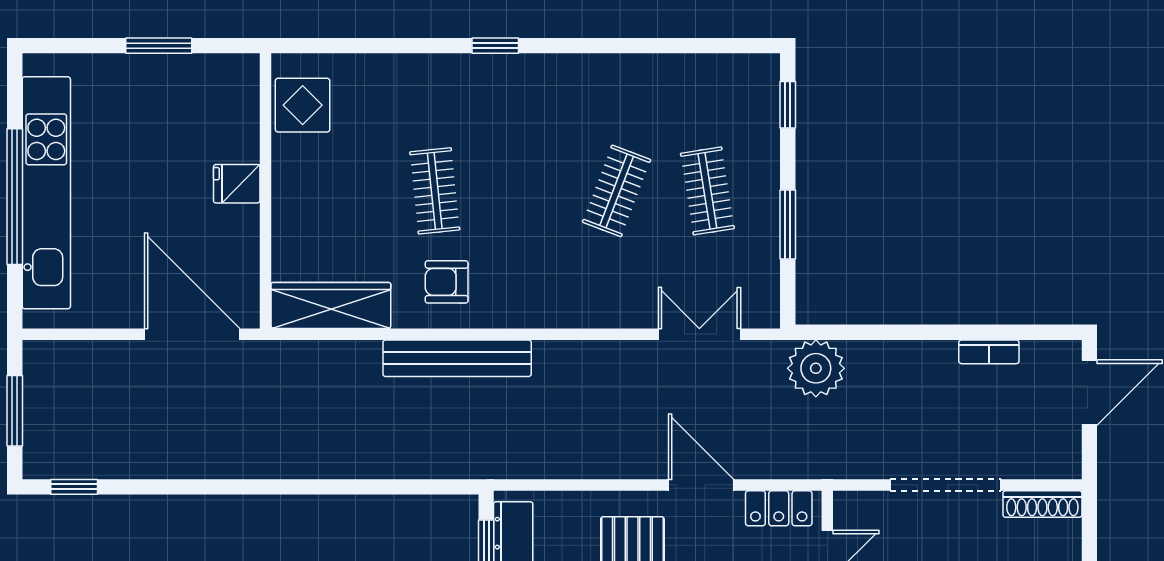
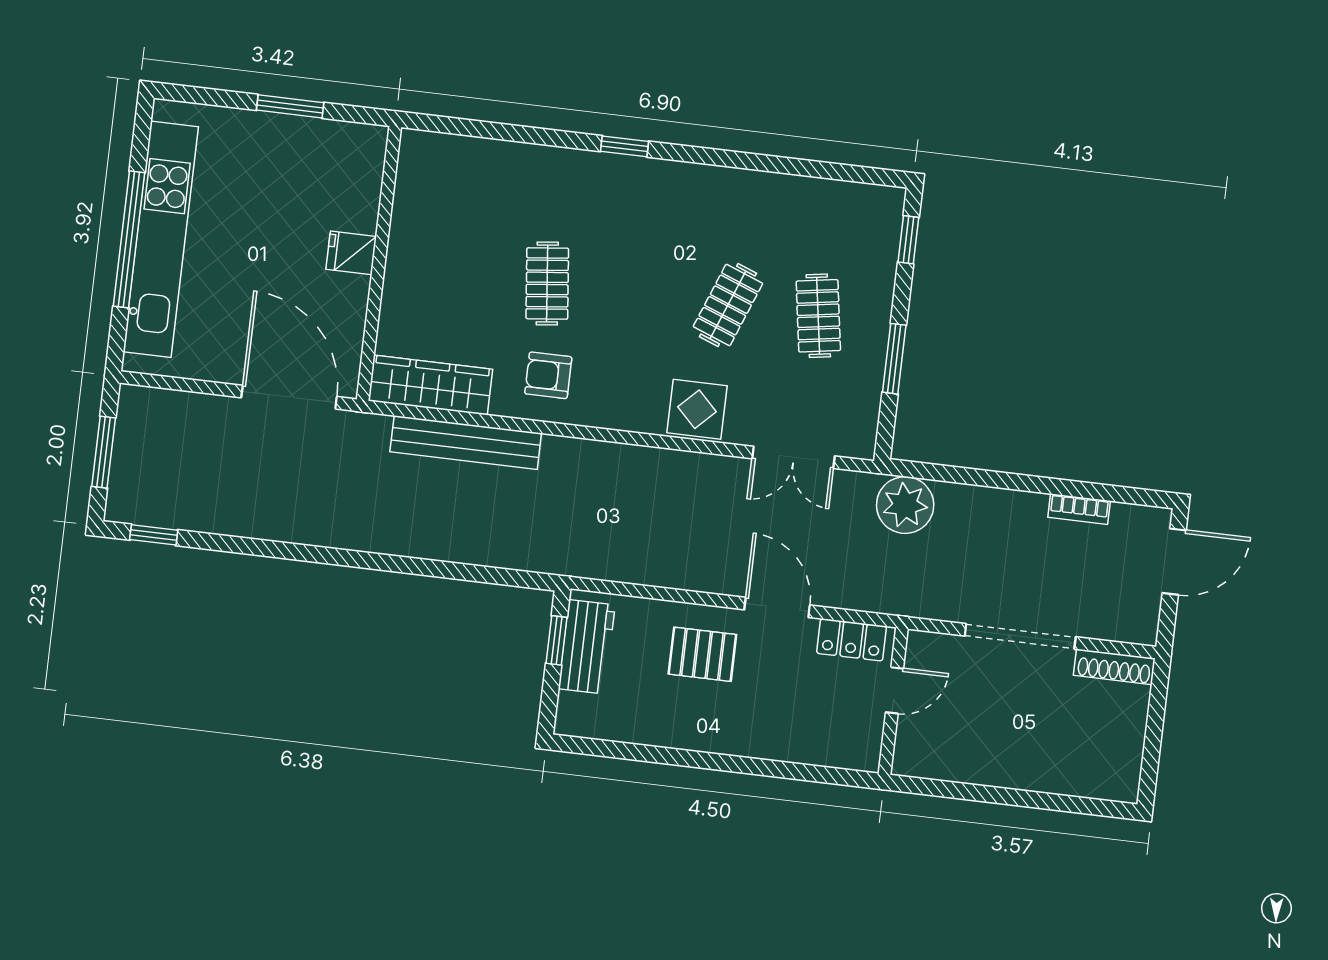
display table: (303, 105) -> (697, 409), moved
double door: (699, 334) -> (793, 457), swing flipped
bench: (457, 358) -> (466, 442), moved

